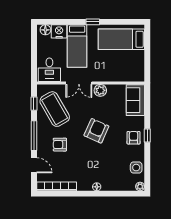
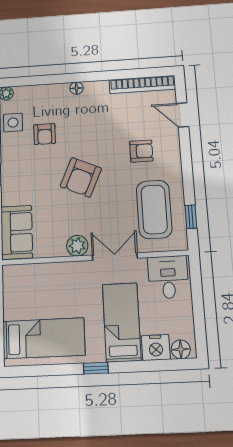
coffee table: (55, 109) -> (154, 209), turned 30
window: (34, 136) -> (186, 163), removed
armchair: (134, 138) -> (45, 134), moved

